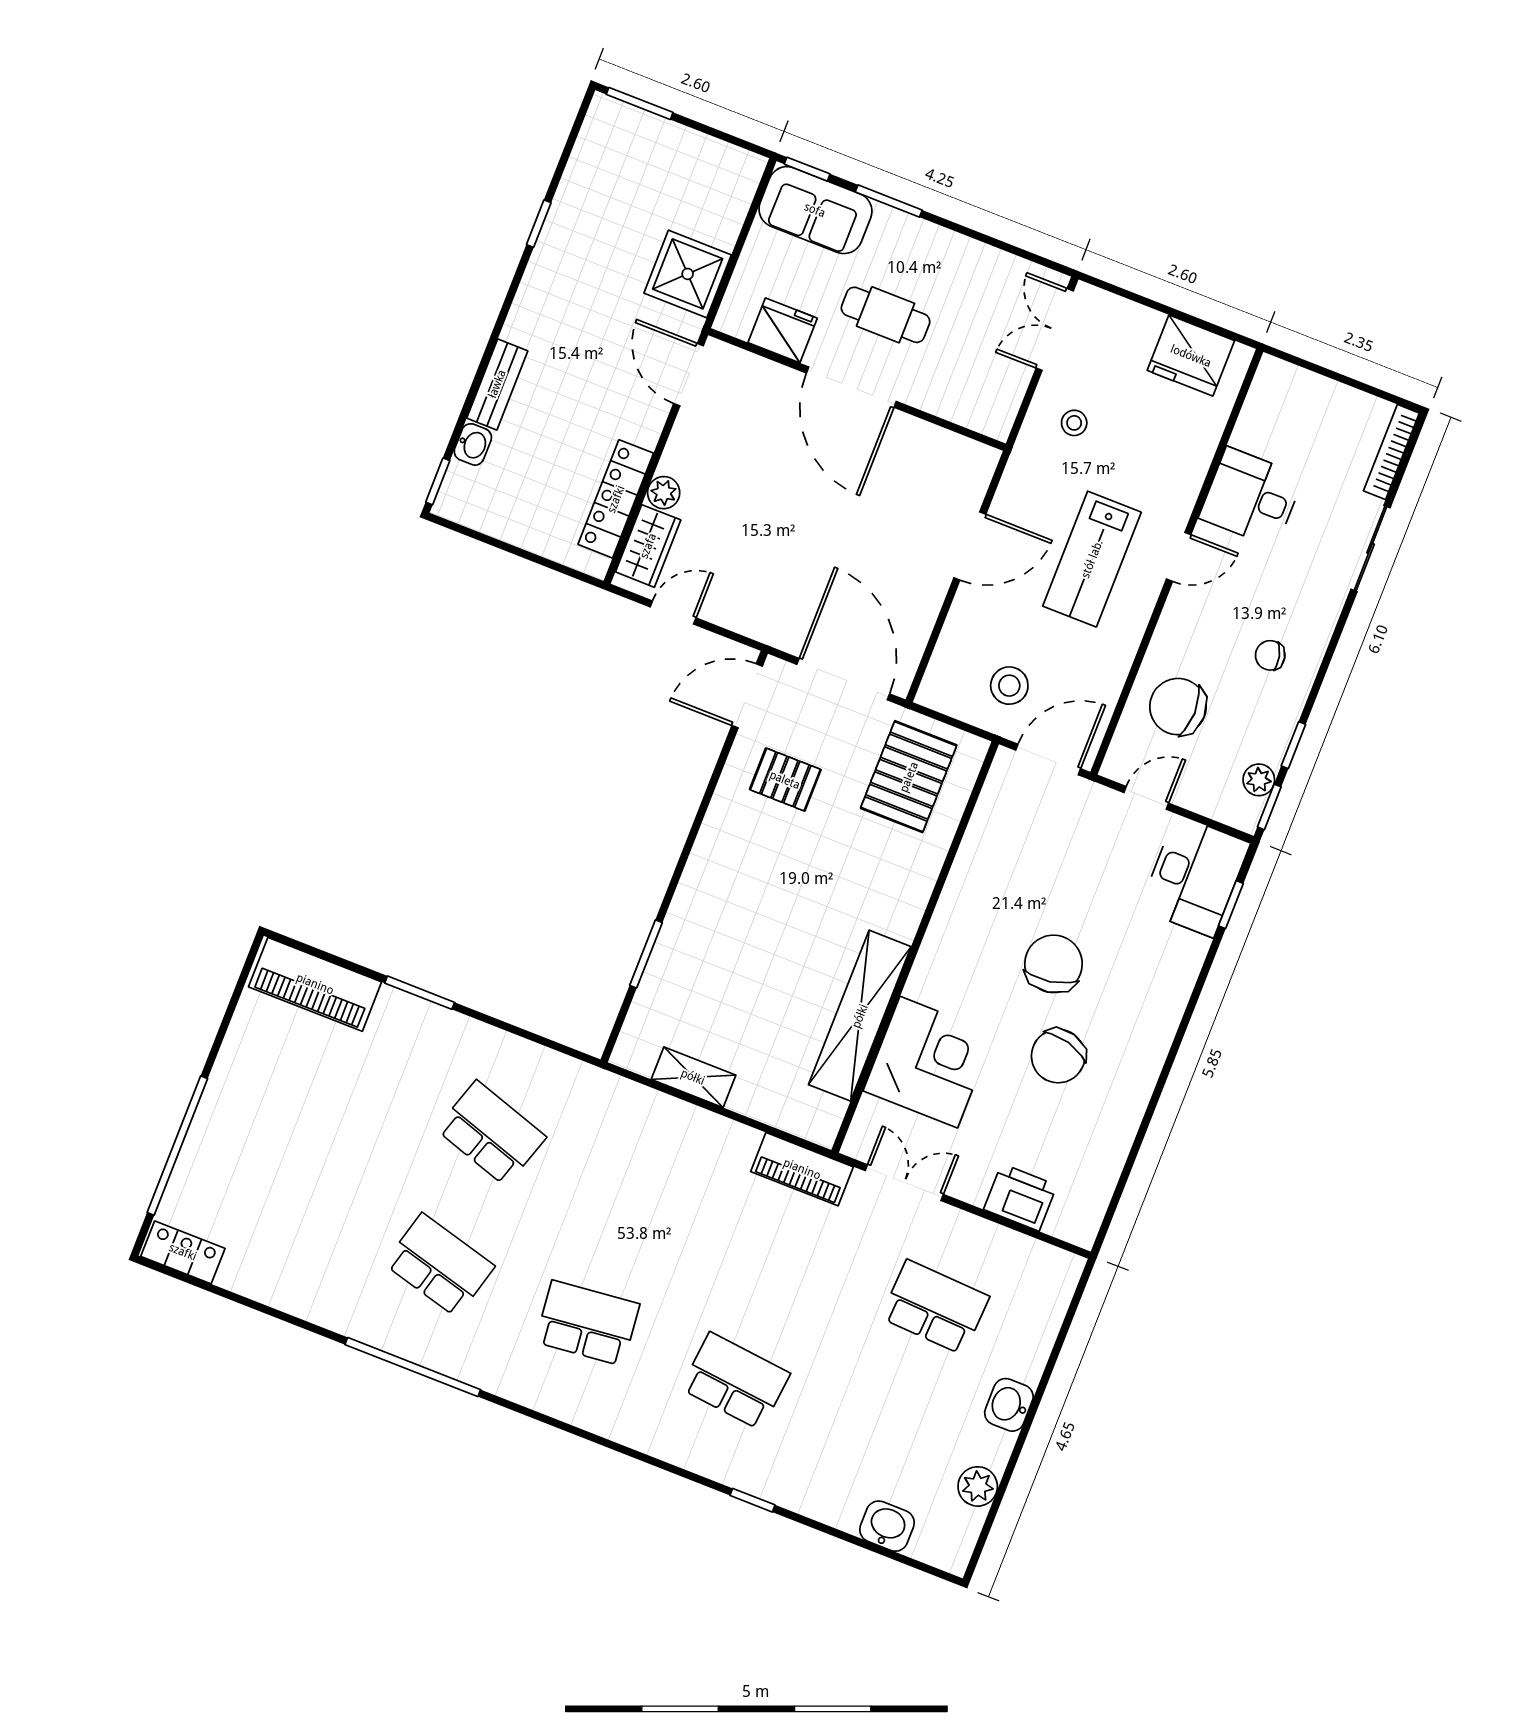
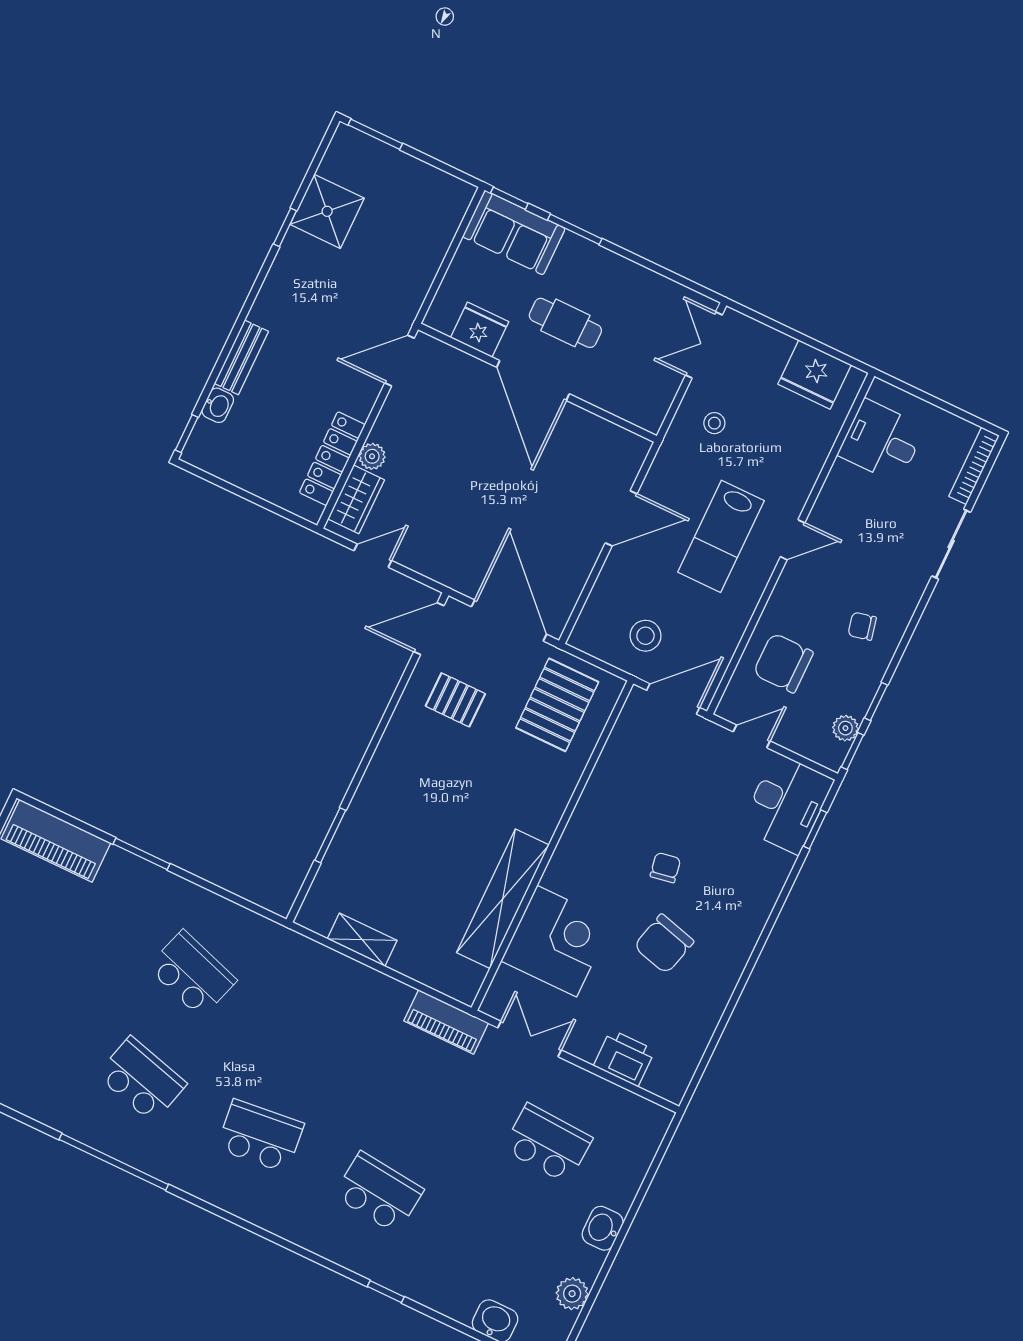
shower: (688, 274) -> (327, 211), moved
door: (689, 375) -> (400, 361), hinge flipped
desk: (1251, 497) -> (881, 441), moved
chair: (1053, 964) -> (665, 868), width x0.54, depth x0.54

